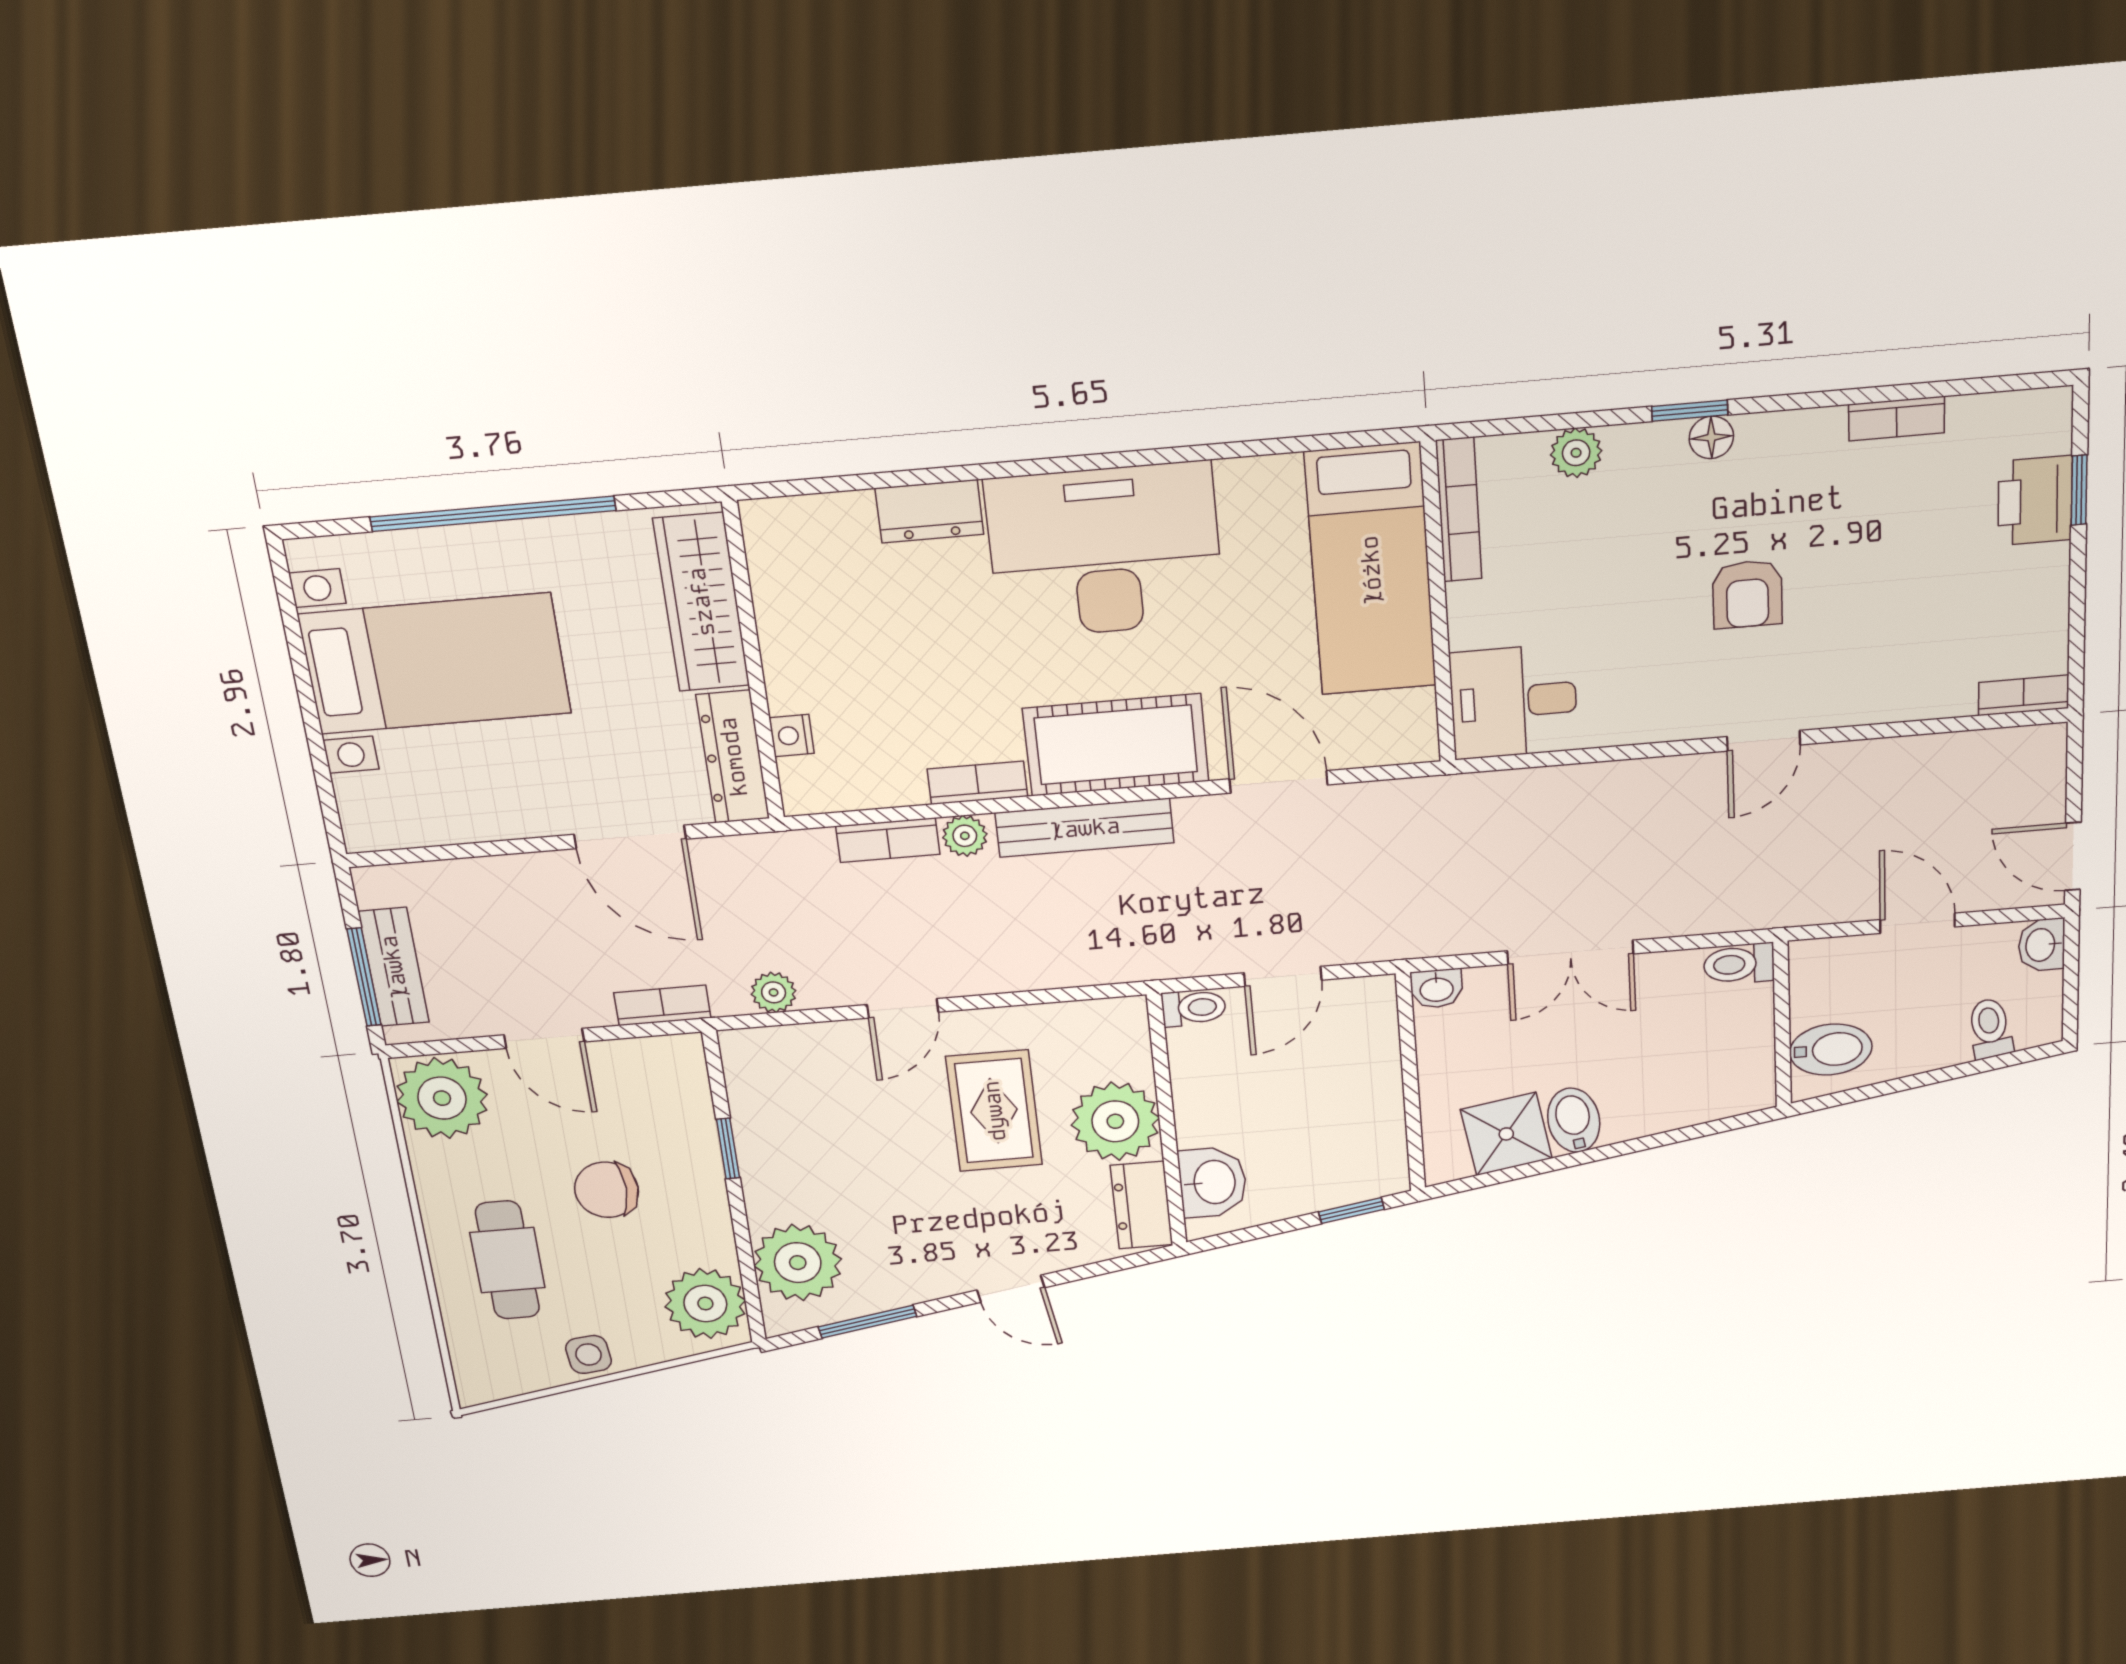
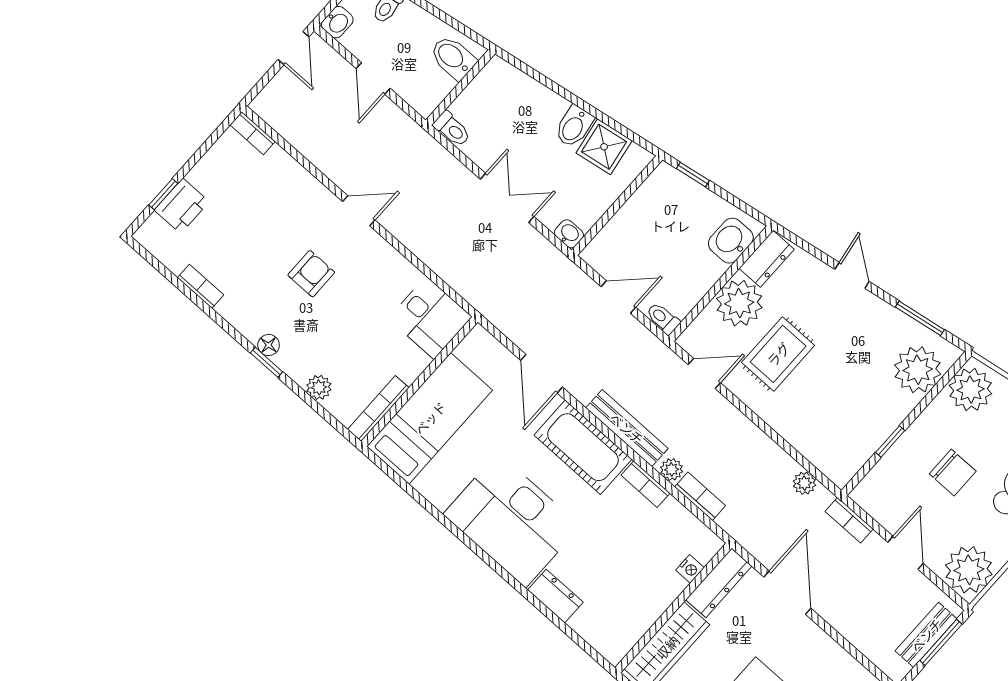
door: (903, 1008) -> (704, 374), moved

